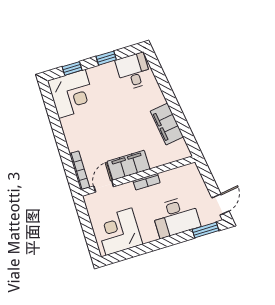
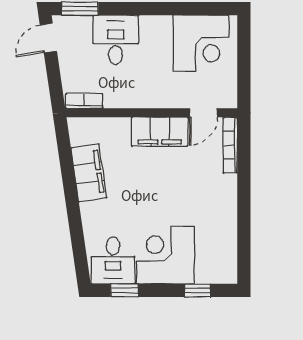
window: (106, 58) -> (125, 290), moved
corner desk: (72, 94) -> (165, 255), moved
bookcase: (147, 182) -> (84, 101), moved
desk: (176, 217) -> (116, 40), width x0.73

